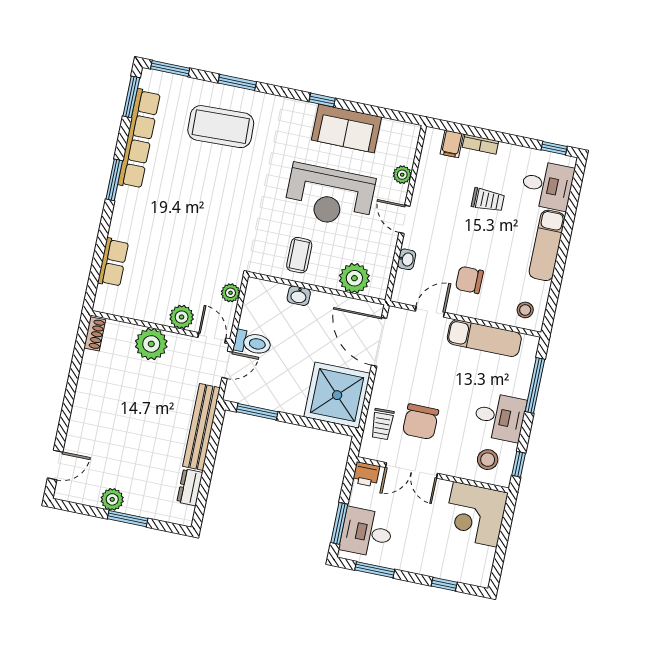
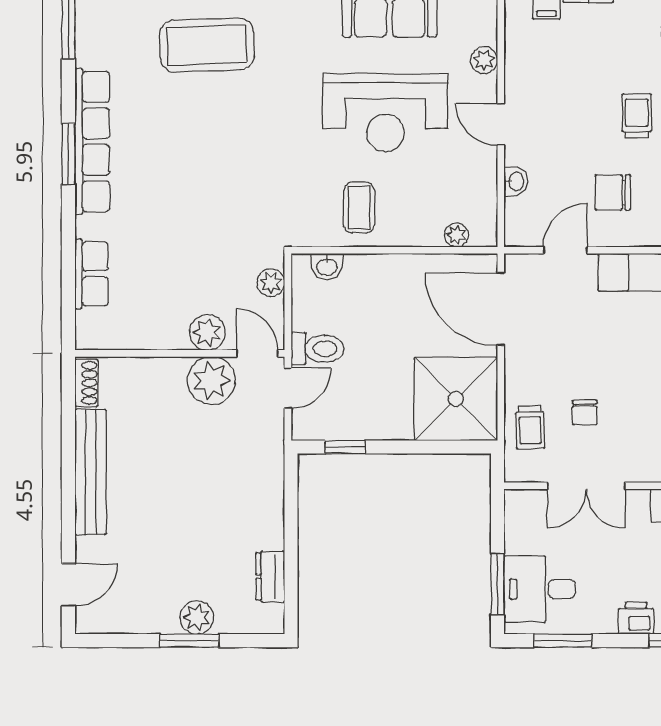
row of seats: (139, 139) -> (92, 142), moved
trolley: (488, 200) -> (637, 116), moved, turned -90
plant: (354, 278) -> (456, 235), width x0.53, depth x0.53
washbasin: (299, 296) -> (327, 266), moved
plant: (151, 344) -> (211, 381), moved
window: (257, 412) -> (345, 447), width x0.67
chair: (421, 422) -> (585, 412), width x0.54, depth x0.54
bench: (201, 427) -> (90, 472), moved
printer: (366, 474) -> (636, 618), moved, turned 180
plant: (112, 499) -> (197, 617), moved

